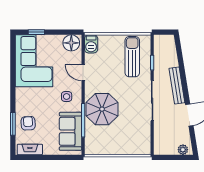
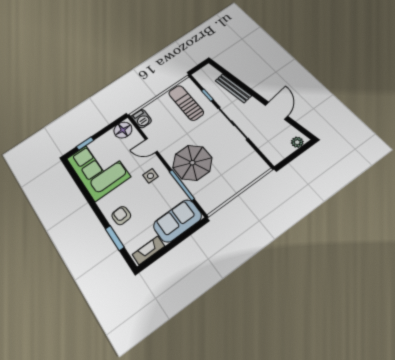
bench: (177, 85) -> (233, 88), moved
armchair: (28, 123) -> (121, 216), moved
sofa: (70, 131) -> (178, 221), moved, turned 90

